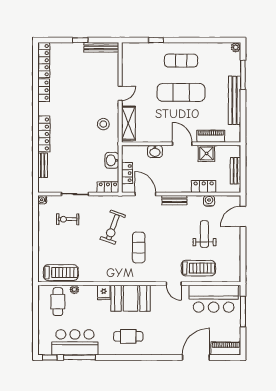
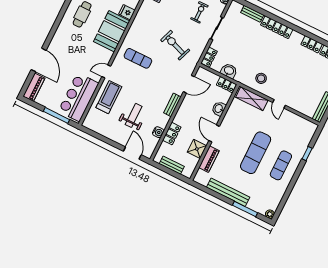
door: (182, 144) -> (214, 133), swing flipped
locker: (127, 173) -> (226, 85), moved
weight bench: (204, 234) -> (134, 115), turned -90
exercise mat: (139, 248) -> (138, 58), moved
treadmill: (198, 268) -> (109, 97), turned 180

